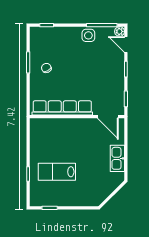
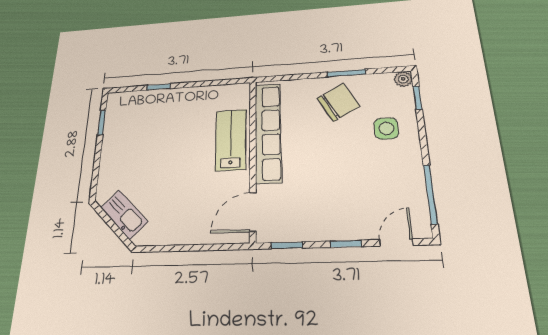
plant: (120, 31) -> (403, 79), moved
side table: (88, 35) -> (386, 128), moved
chair: (46, 68) -> (338, 102), width x1.87, depth x1.87
kitchen sink: (117, 158) -> (124, 215), moved, turned 45
lab bench: (57, 172) -> (231, 140), moved

